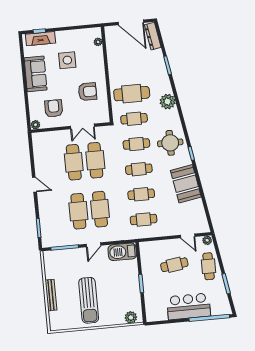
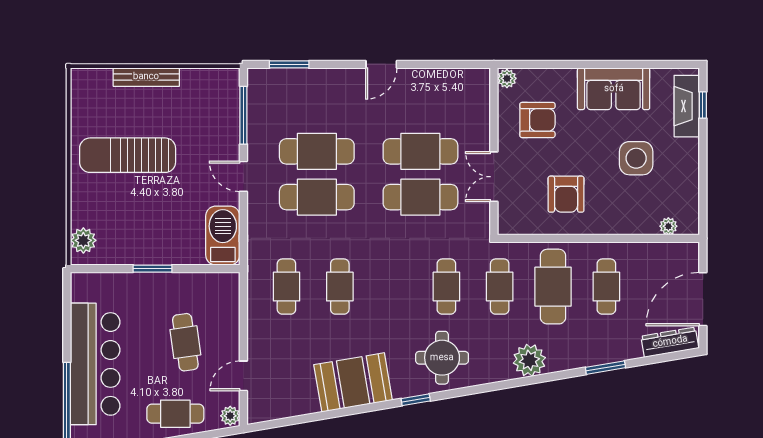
cafe table: (139, 169) -> (606, 287), moved
bar counter: (189, 306) -> (95, 364), width x1.36

